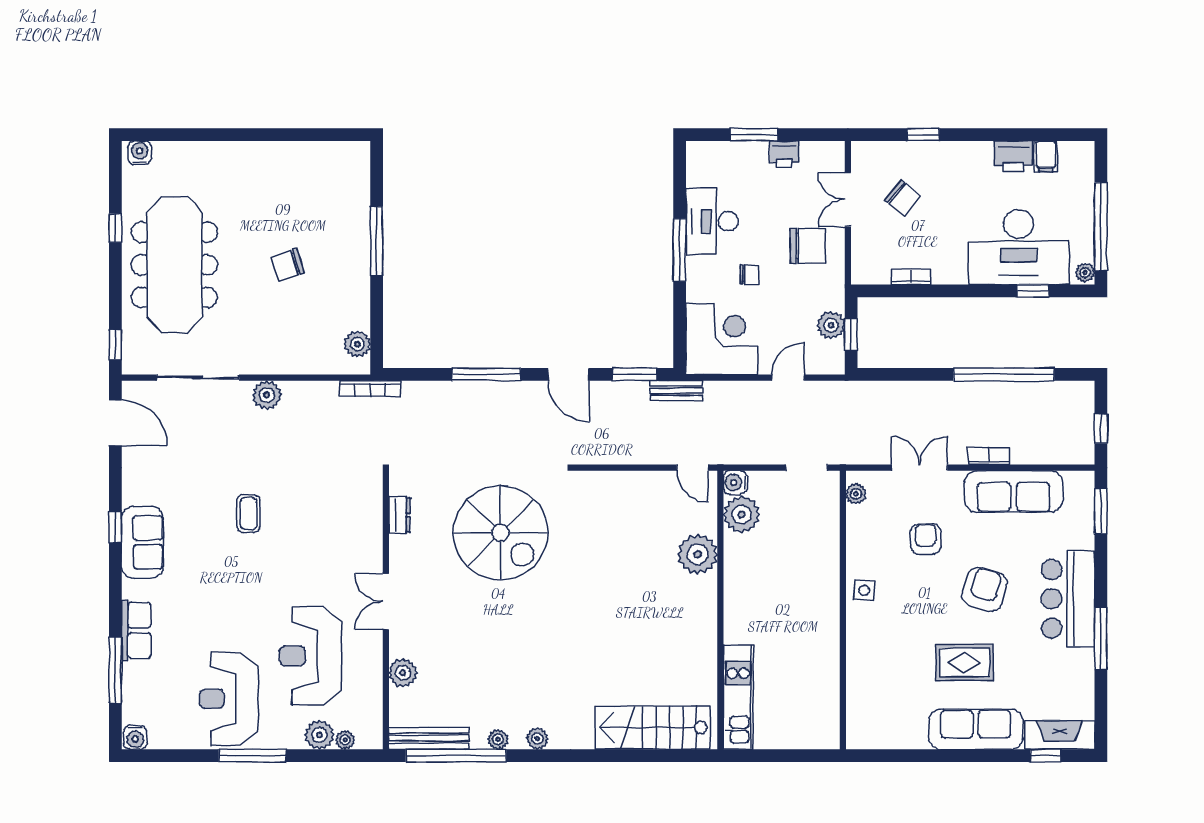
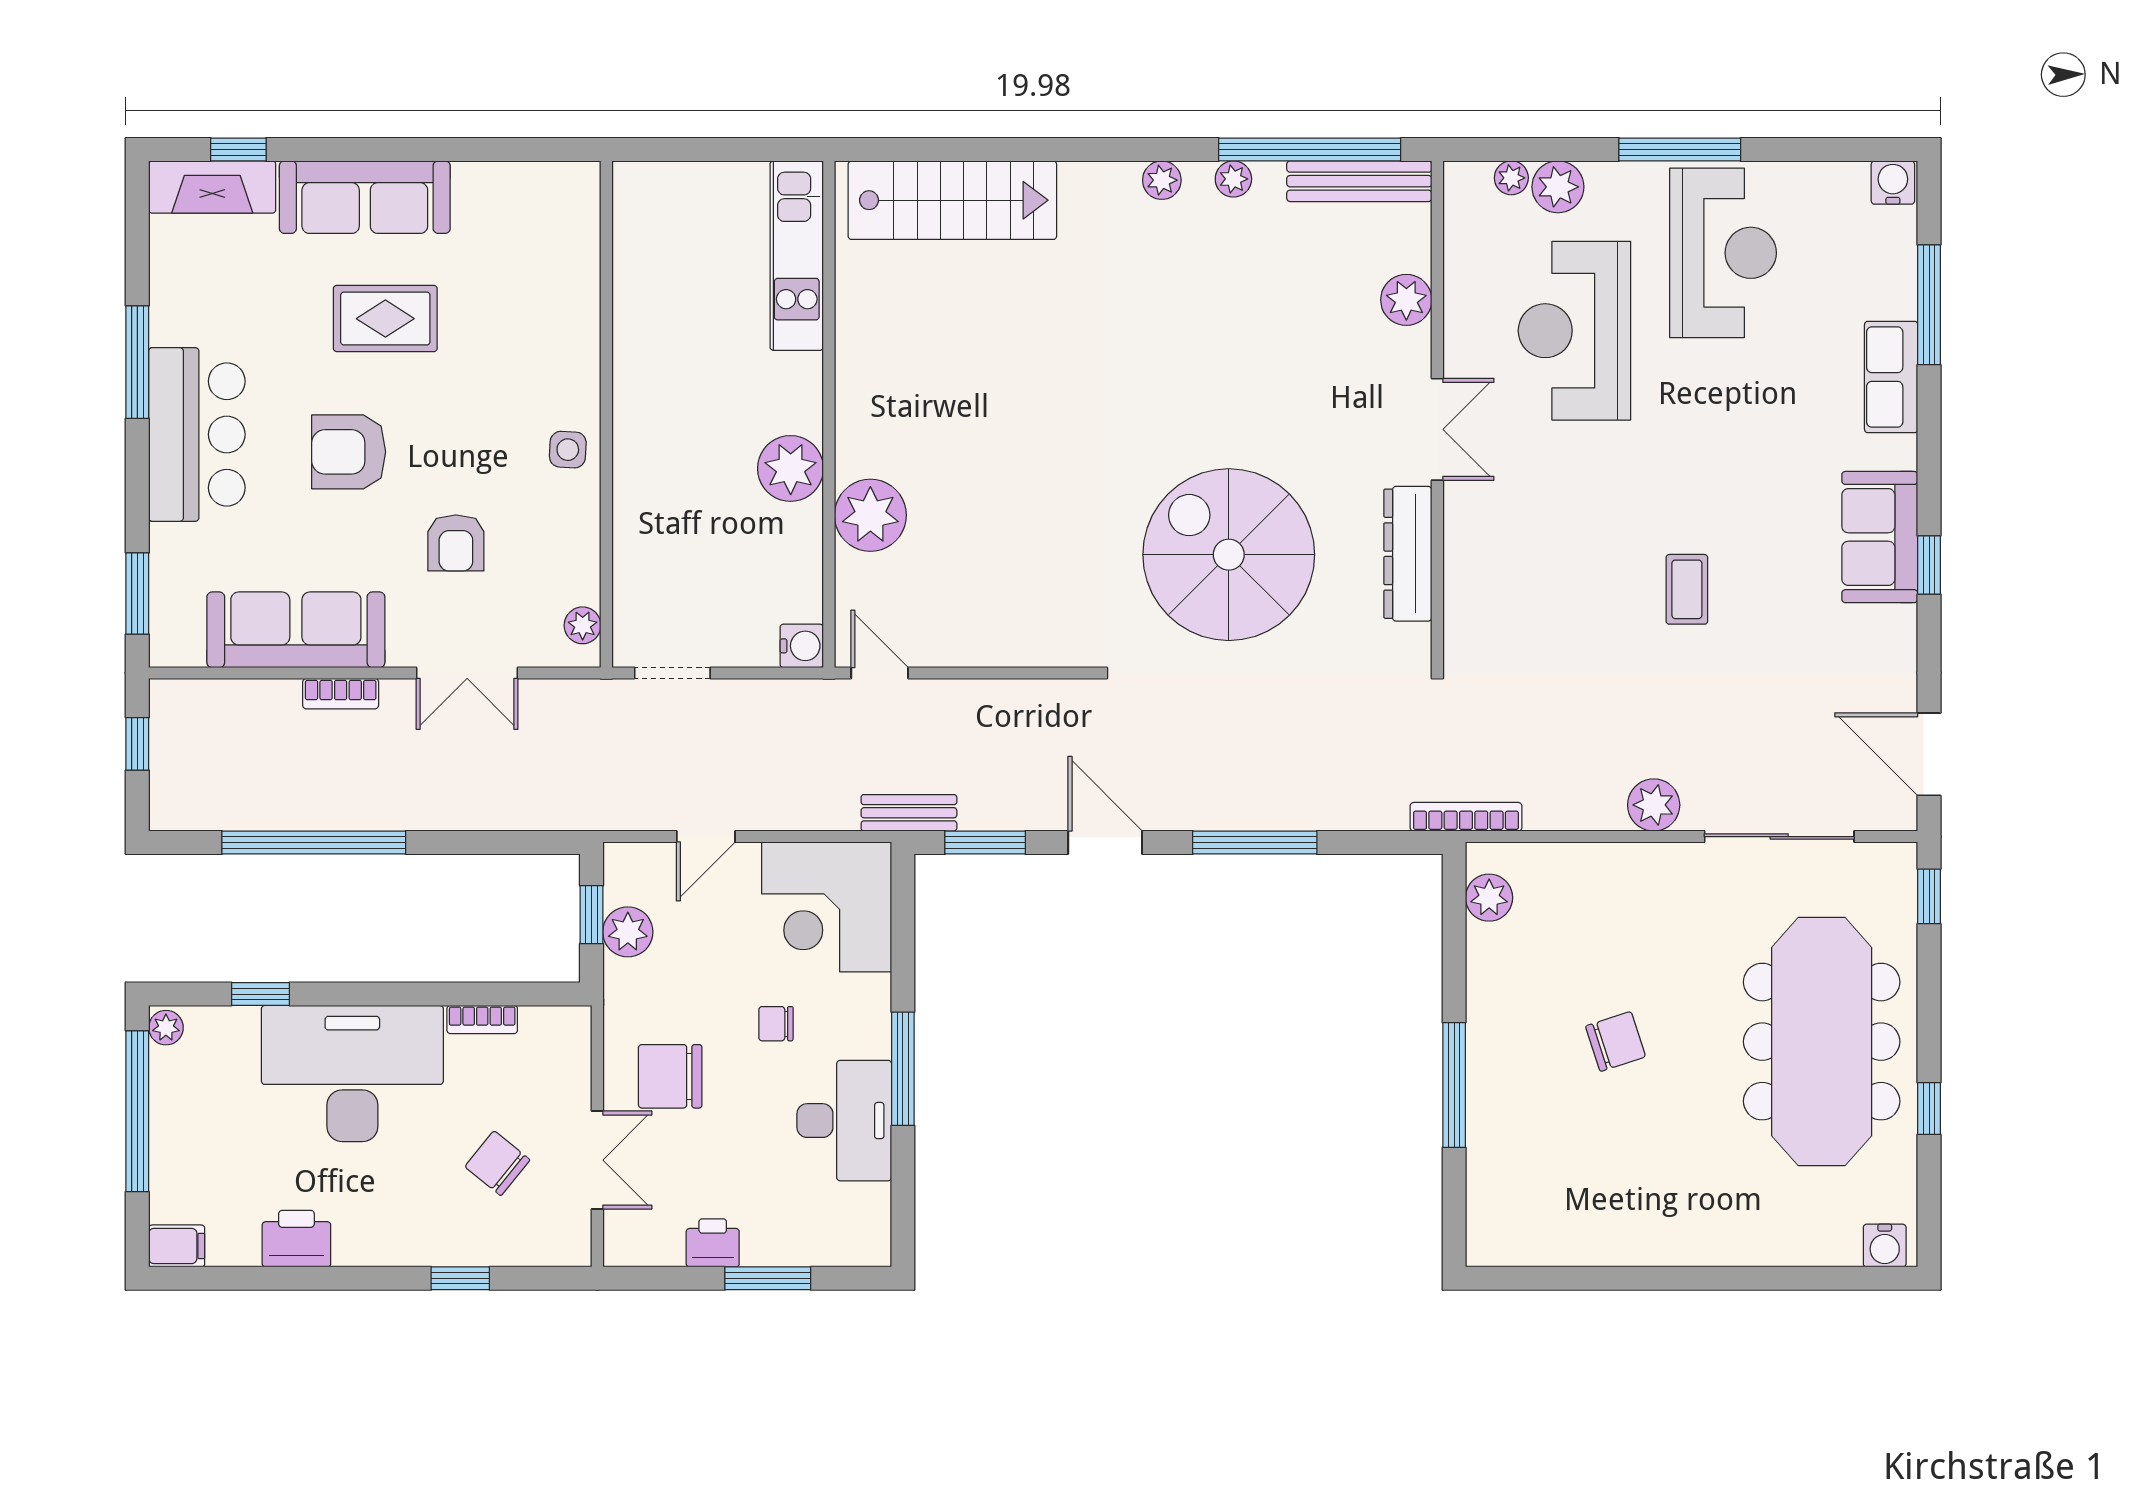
filing cabinet: (1046, 156) -> (177, 1246), moved, turned 90
desk: (1019, 247) -> (352, 1074), moved
dresser: (399, 515) -> (1408, 554), width x1.96, depth x1.24
plant: (742, 515) -> (791, 468), moved
armchair: (985, 589) -> (349, 452), turned 74
reception desk: (310, 656) -> (1574, 331), turned 180

